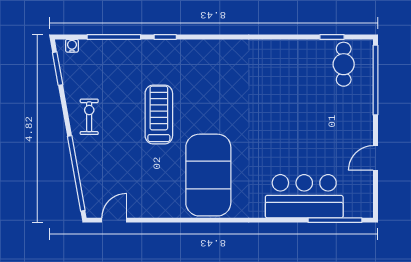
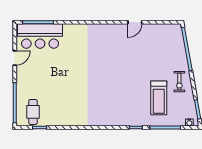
treadmill: (159, 114) -> (159, 98), moved
exercise mat: (208, 175) -> (111, 48), removed
bar counter: (304, 196) -> (40, 36), moved
door: (114, 220) -> (135, 22), moved

